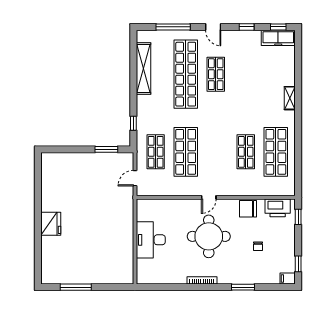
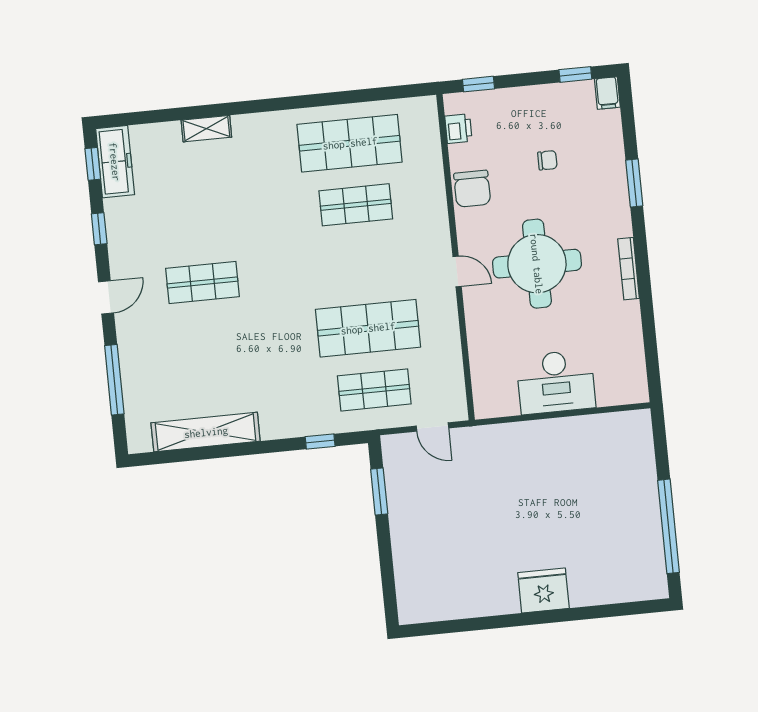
shop shelf: (186, 74) -> (209, 344), removed
shelving: (290, 98) -> (206, 129), moved
printer: (278, 208) -> (458, 129), width x0.53, depth x0.68
window: (76, 287) -> (669, 526), width x1.46

